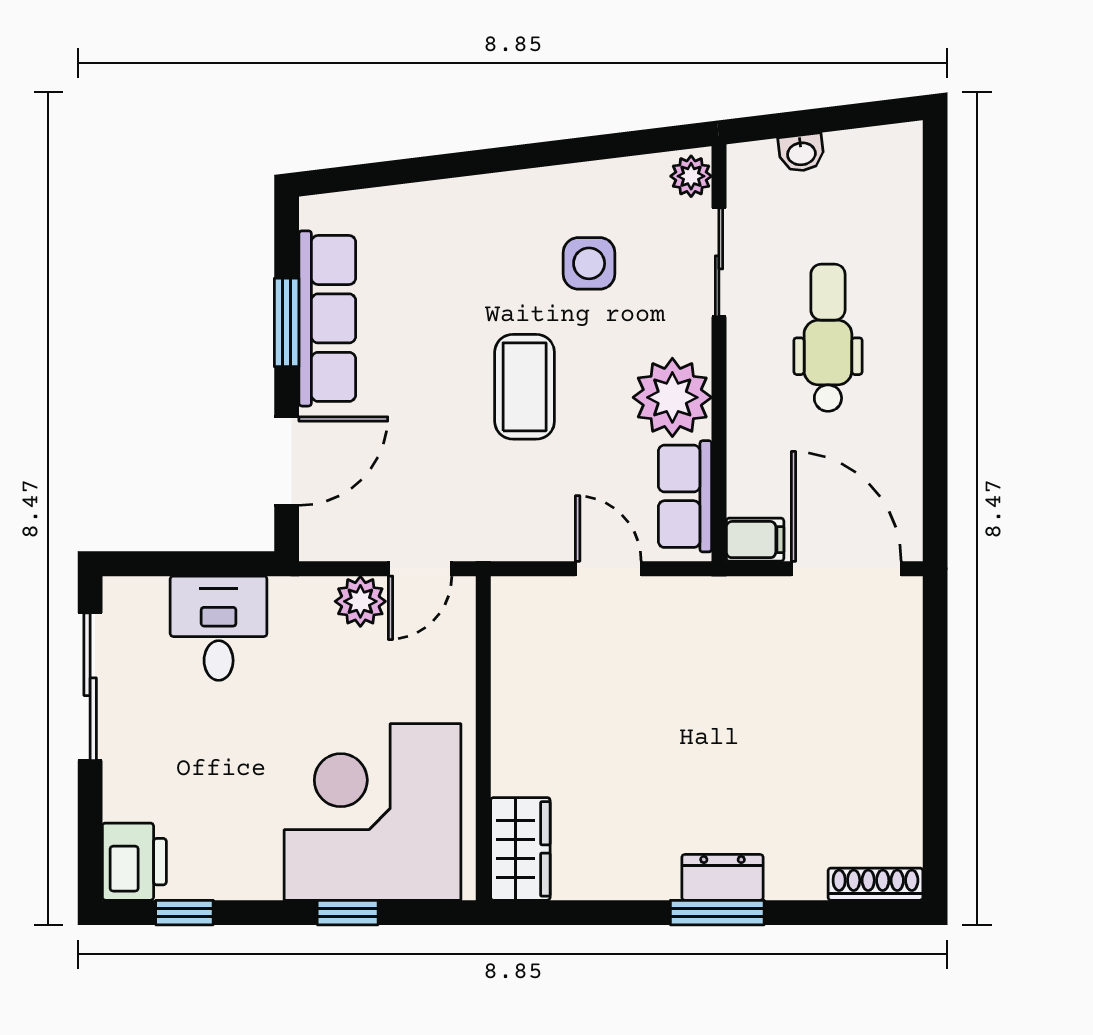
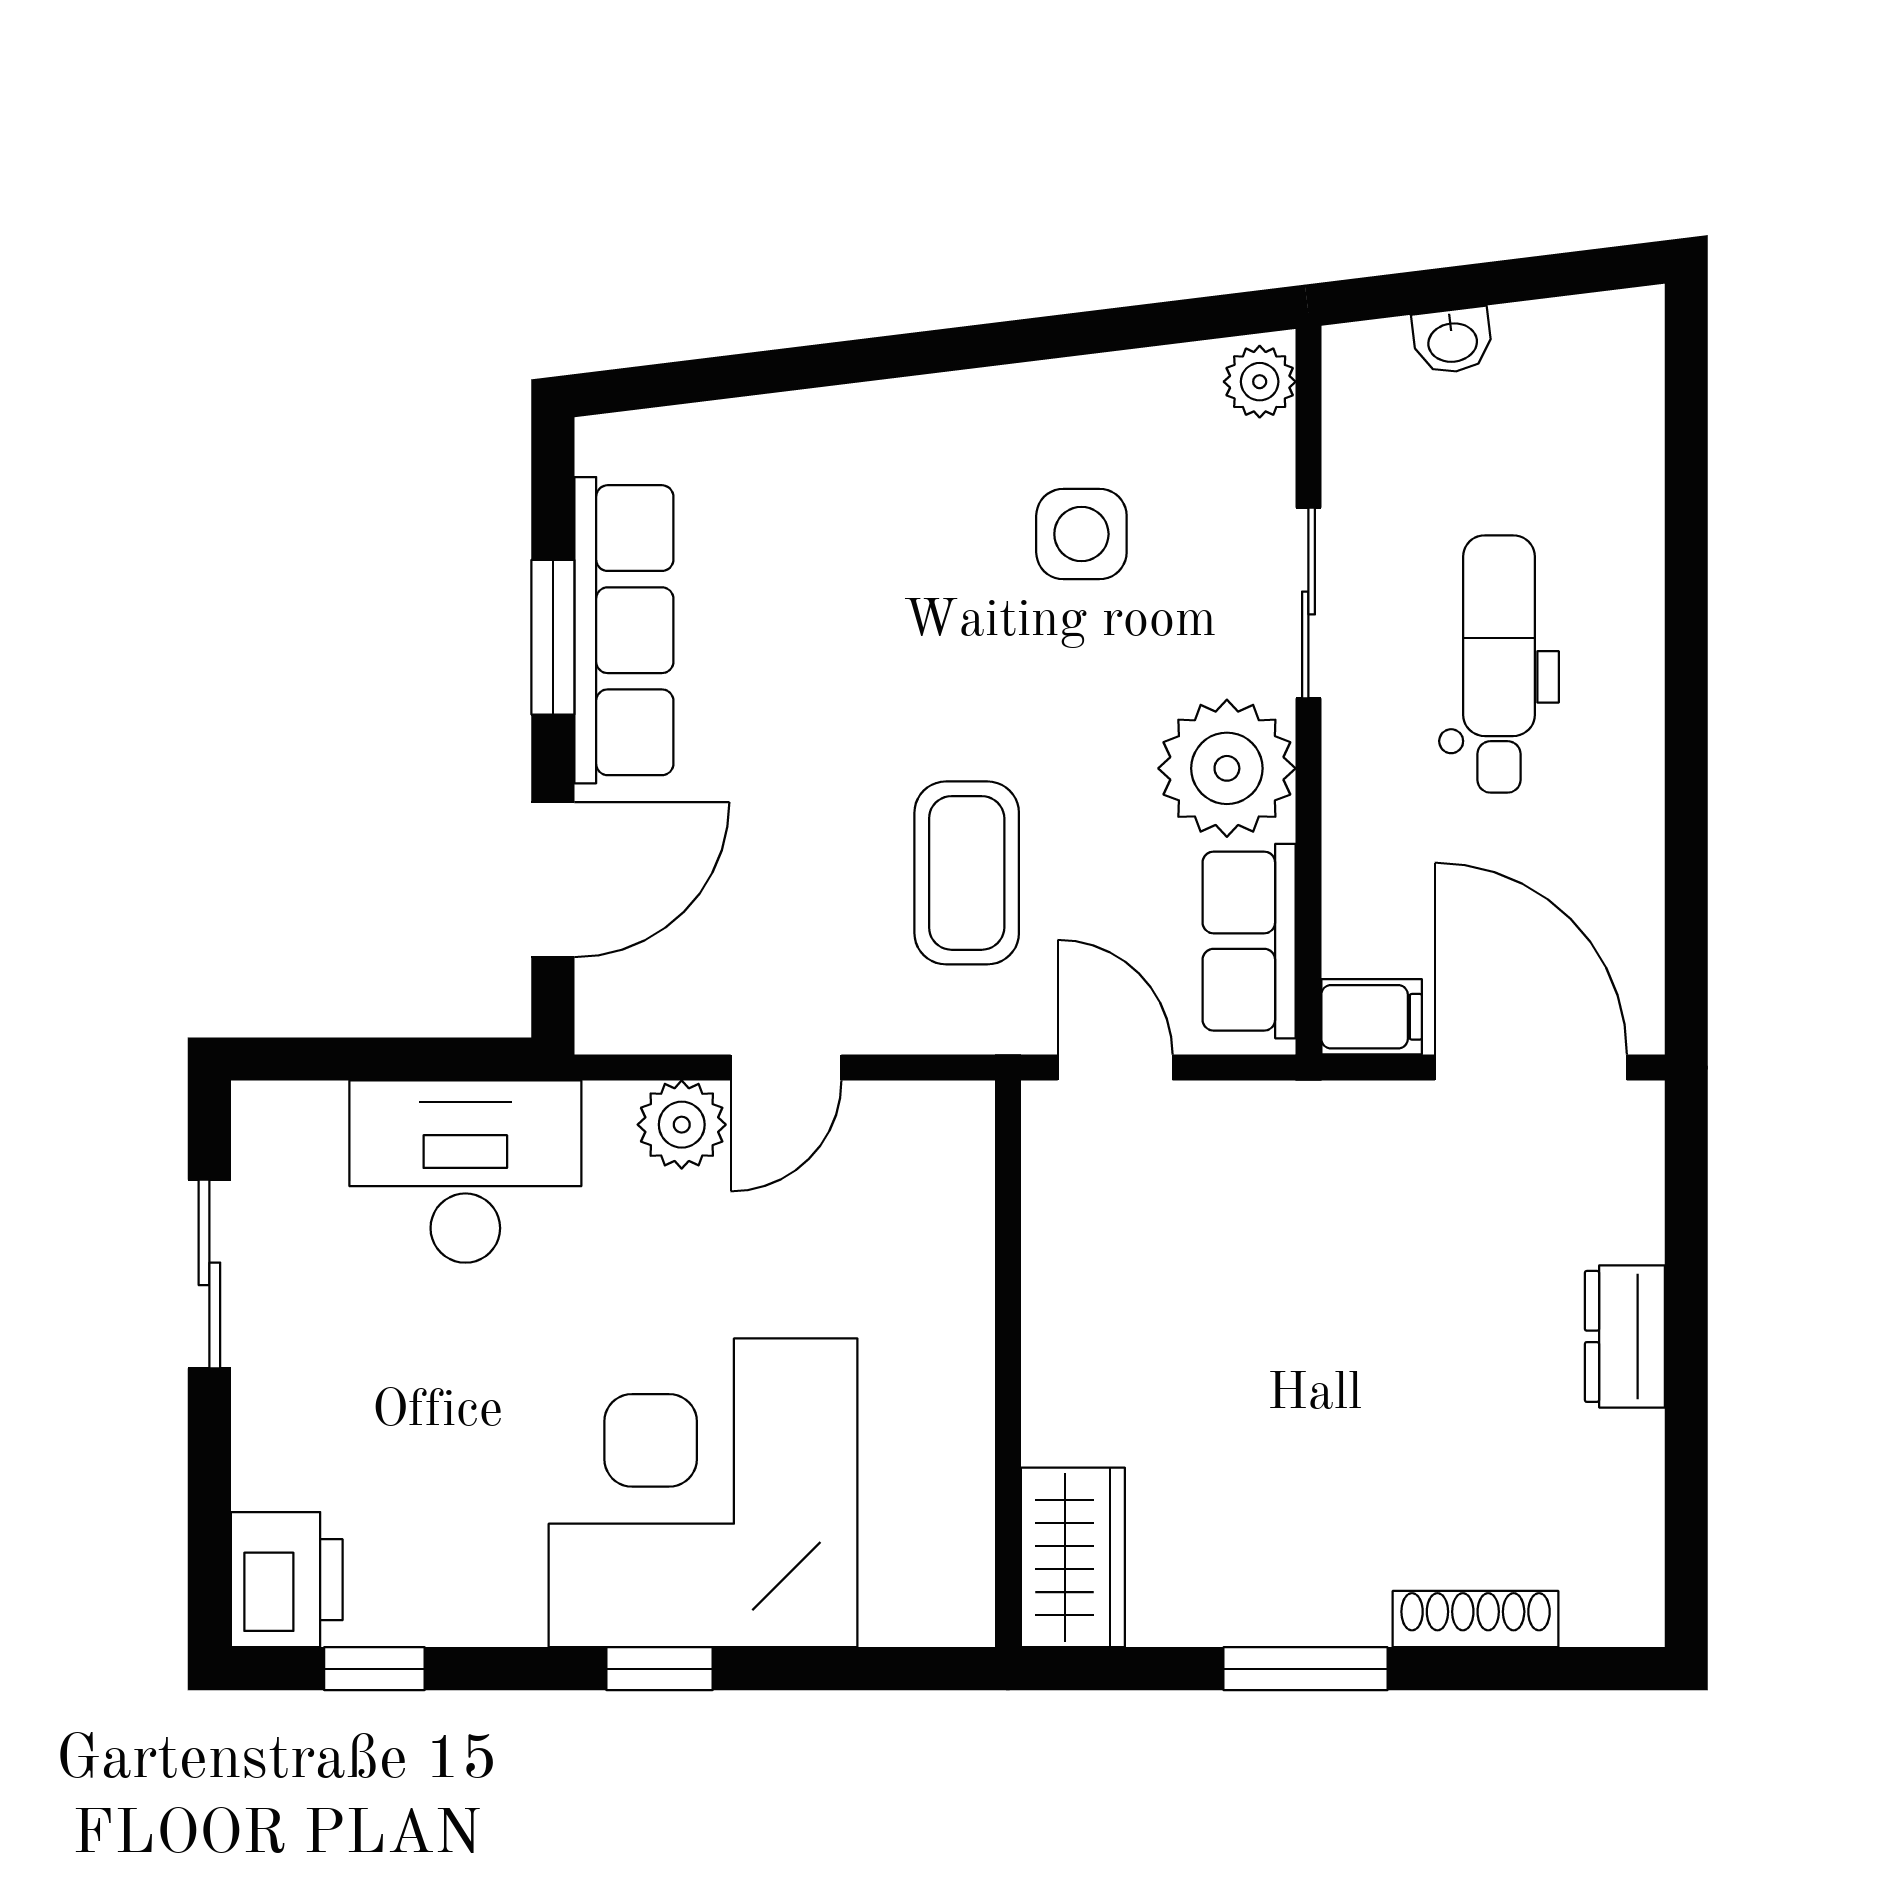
sliding door: (719, 262) -> (1308, 603), moved
coffee table: (525, 387) -> (967, 873), moved
desk: (219, 628) -> (465, 1172), width x1.37
sliding door: (90, 687) -> (209, 1274), width x0.73
wall: (483, 738) -> (1008, 1364), moved
wardrobe: (520, 849) -> (1073, 1557), moved
dresser: (723, 877) -> (1625, 1336), moved, turned -90
shoe rack: (875, 884) -> (1476, 1619), moved

